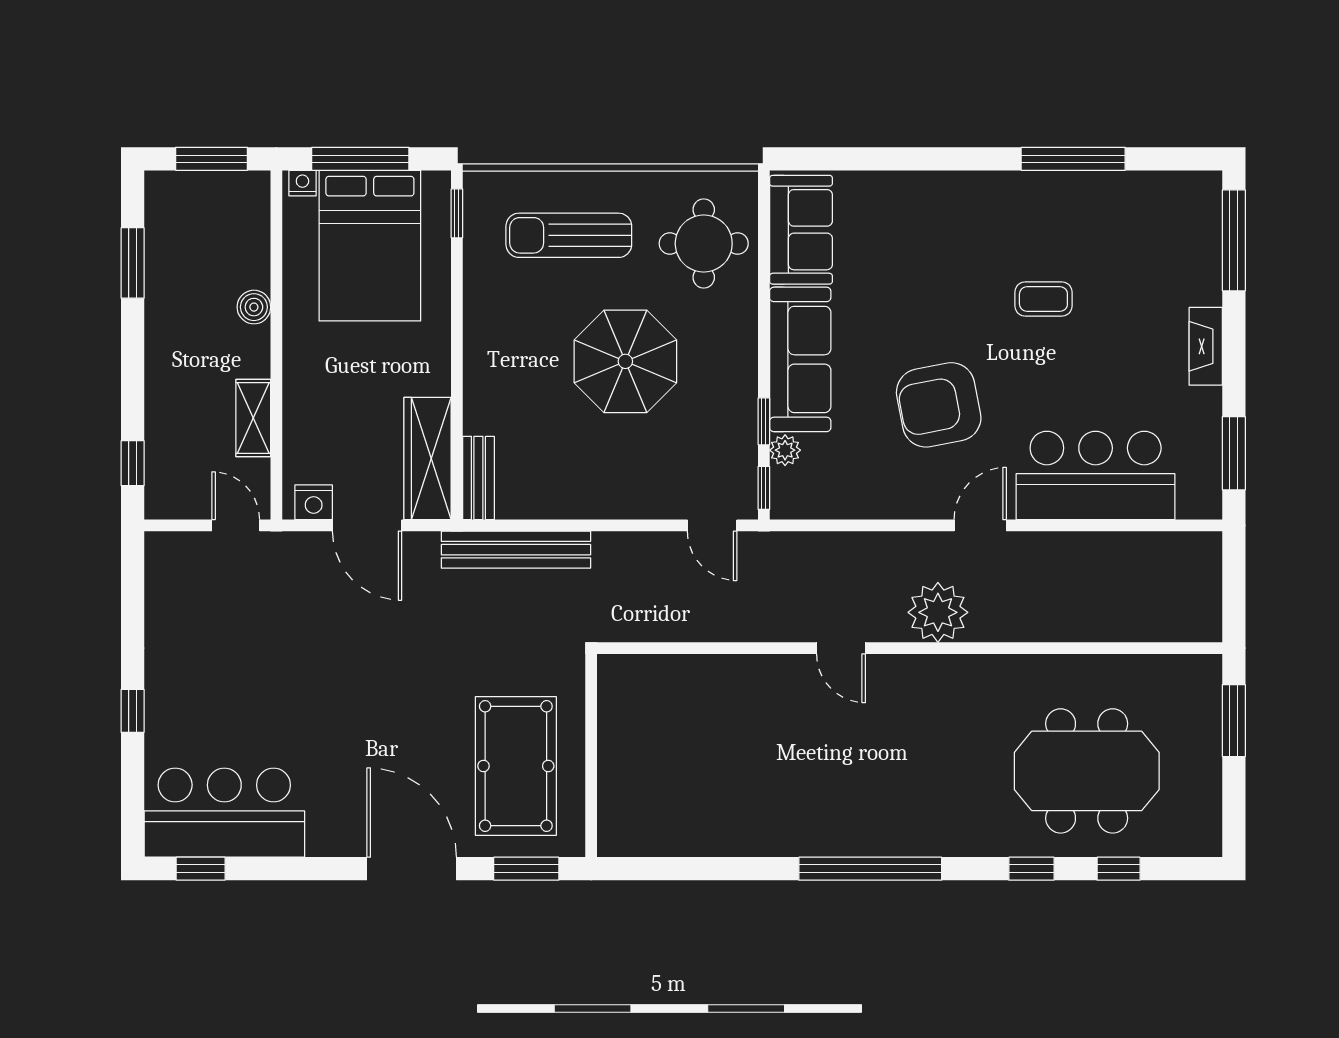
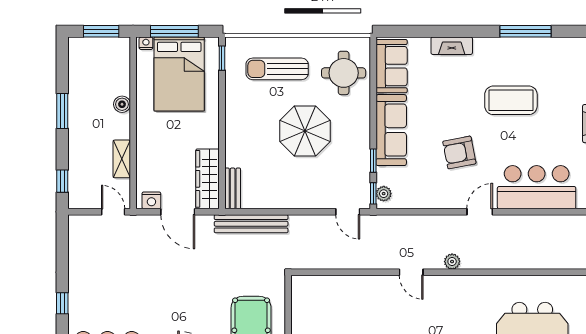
fireplace: (923, 188) -> (452, 46), added
window: (133, 263) -> (62, 111), moved
coffee table: (1043, 299) -> (511, 100), width x1.86, depth x1.72
armchair: (939, 405) -> (459, 152), width x0.73, depth x0.73
plant: (785, 450) -> (384, 194), moved
plant: (938, 612) -> (452, 262), width x0.53, depth x0.53

